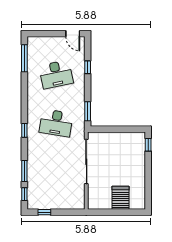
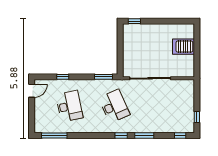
desk: (56, 123) -> (114, 106), turned -33
window: (24, 171) -> (144, 135), moved

